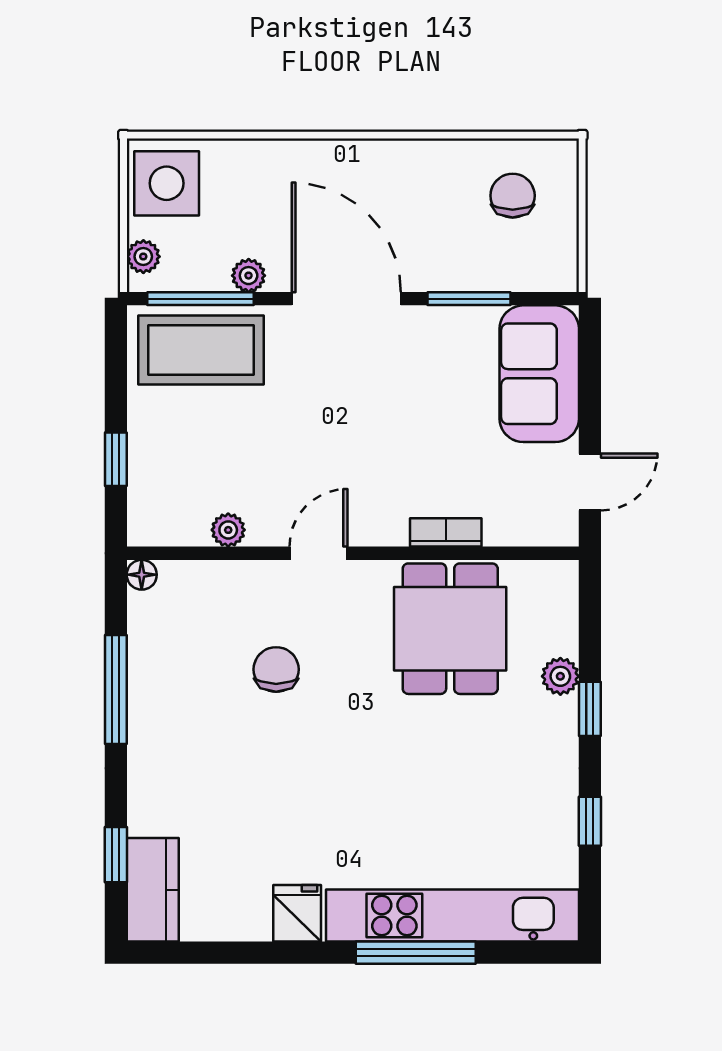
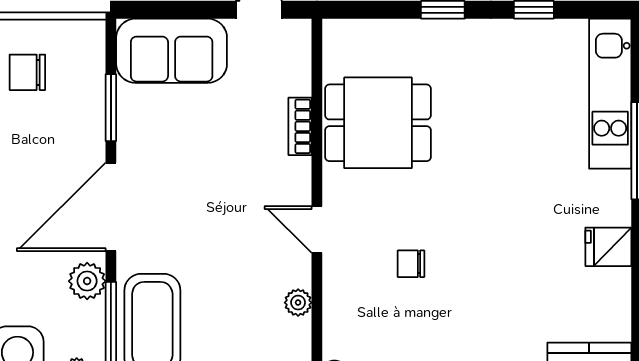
plant: (249, 276) -> (87, 281), width x1.38, depth x1.38
chair: (276, 669) -> (411, 264), width x0.73, depth x0.73
plant: (560, 676) -> (416, 34), removed
kitchen unit: (452, 915) -> (610, 94), width x0.73

